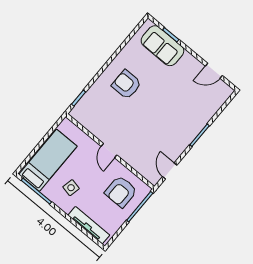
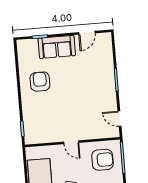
sofa: (162, 46) -> (57, 47), moved
armchair: (127, 84) -> (40, 82), moved, turned 90
armchair: (121, 192) -> (102, 160), turned -90

